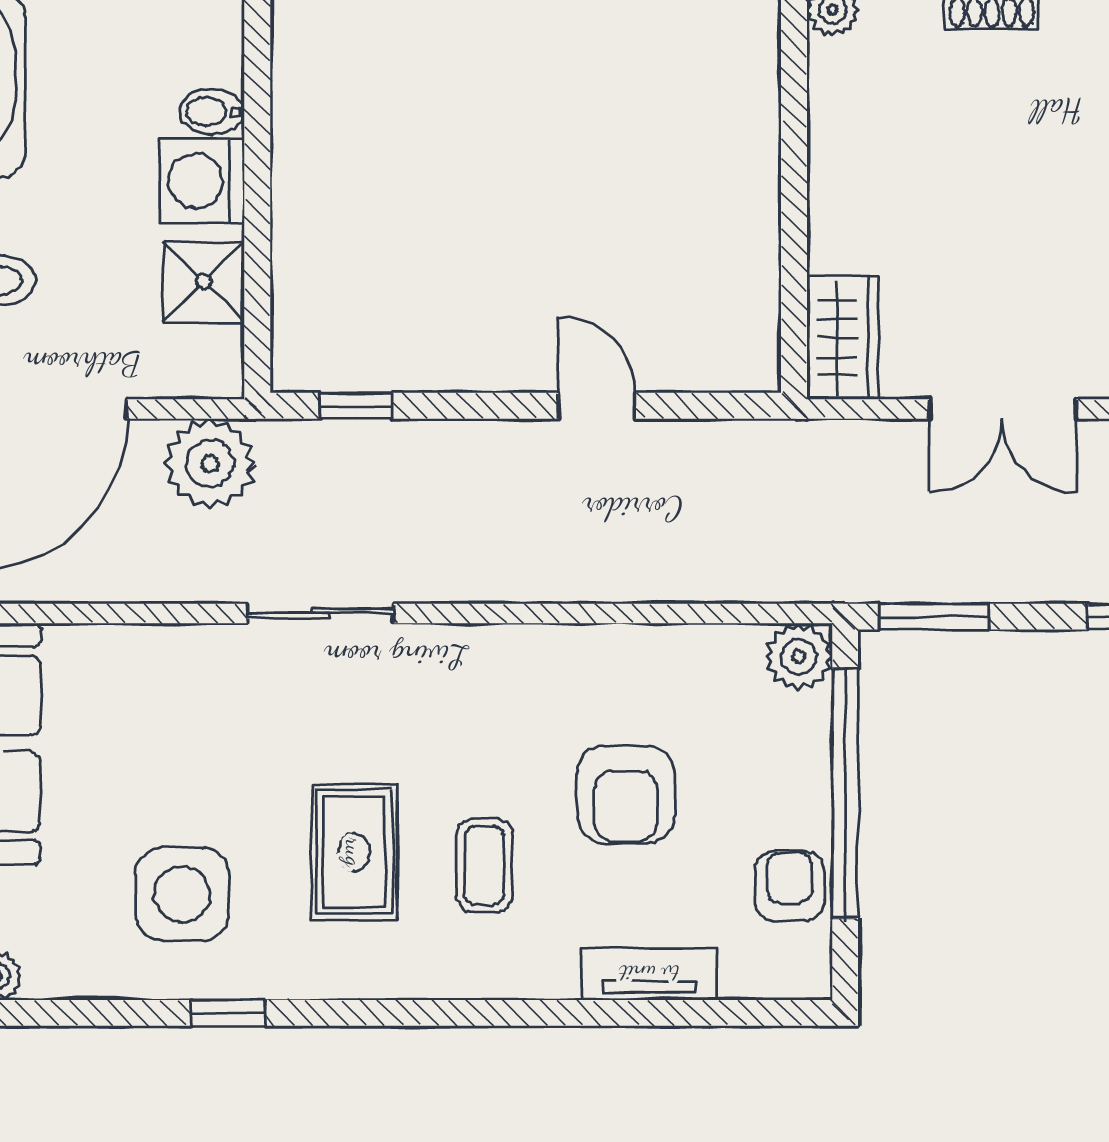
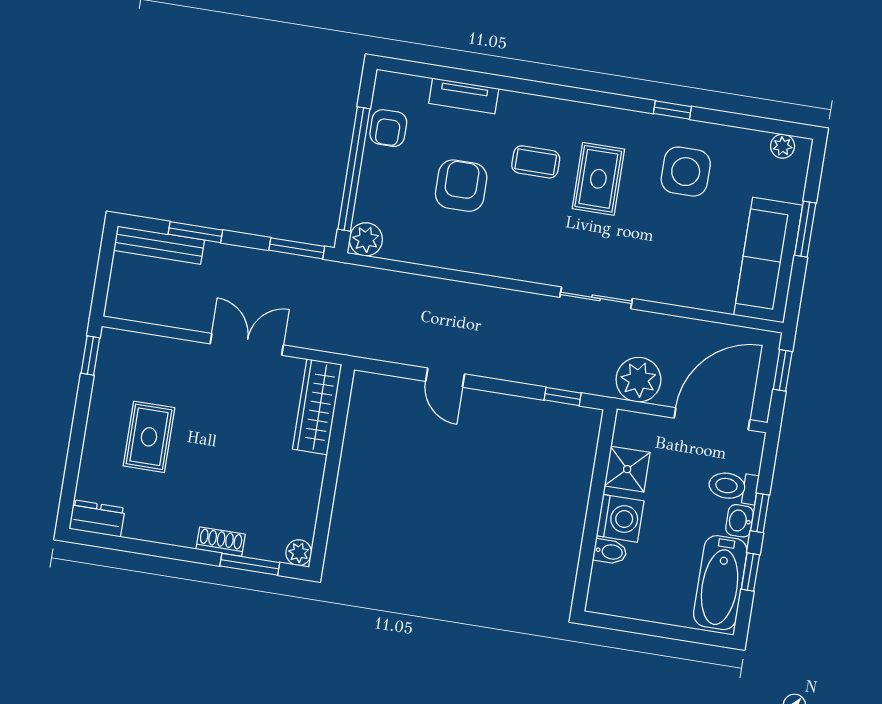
wardrobe: (843, 338) -> (317, 407), width x1.50
coffee table: (484, 866) -> (536, 162), turned 90

